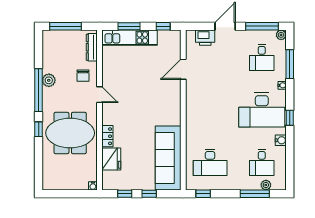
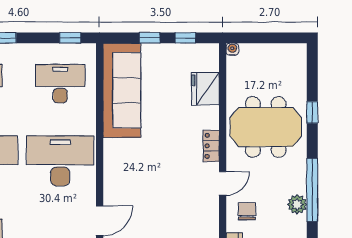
door: (100, 95) -> (223, 183), swing flipped
desk: (210, 110) -> (60, 161), added
window: (39, 129) -> (312, 112), moved
locker: (107, 136) -> (211, 146), moved

